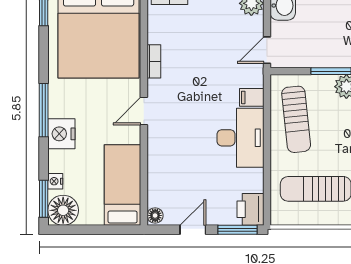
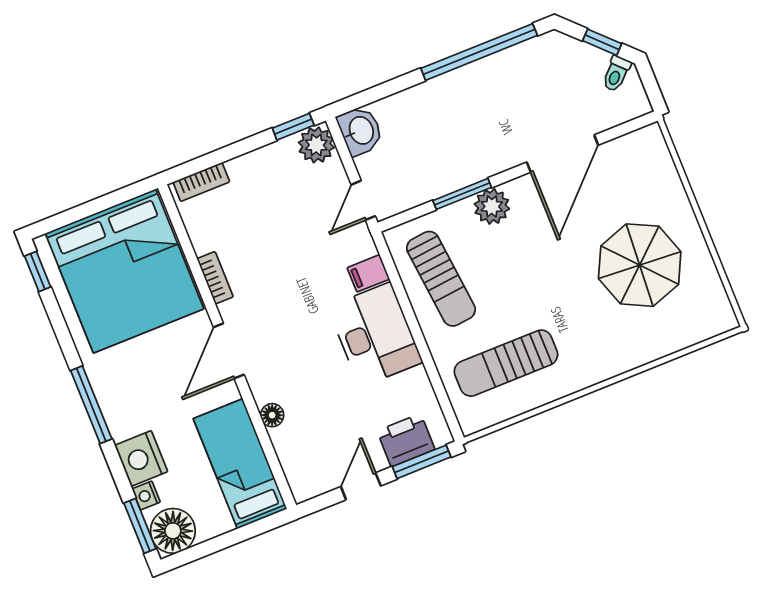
door: (144, 111) -> (229, 351), width x1.38
nightstand: (61, 134) -> (141, 458), moved
printer: (250, 209) -> (406, 440), moved, turned 90
floor lamp: (155, 215) -> (272, 415), moved

